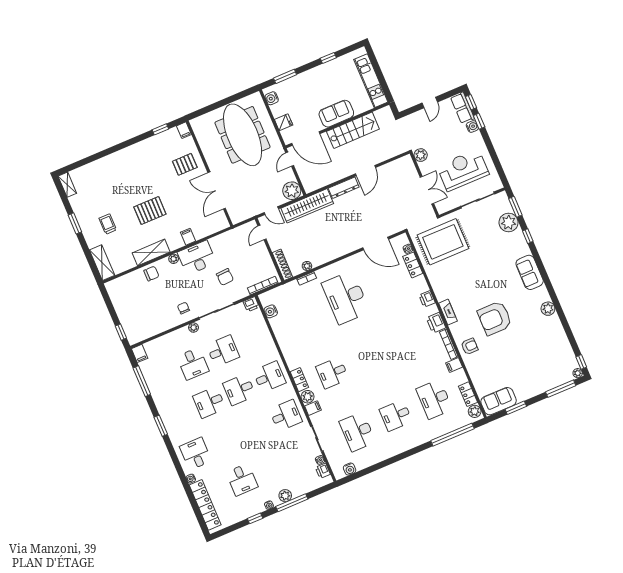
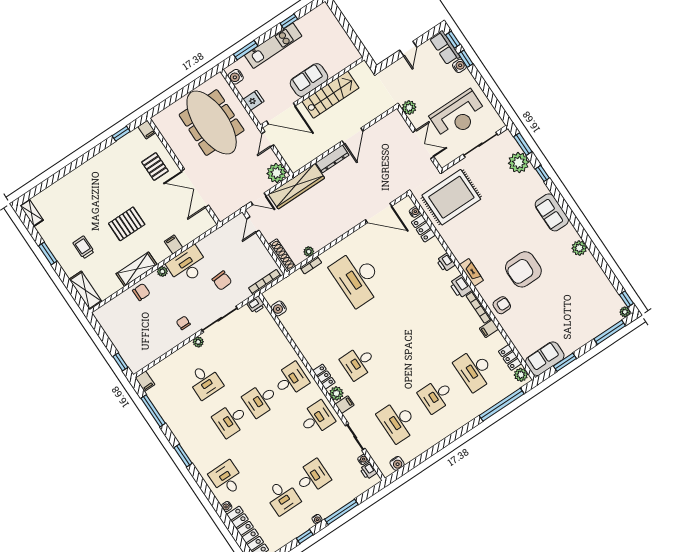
kitchen unit: (371, 81) -> (273, 46), moved, turned -90
pallet: (185, 164) -> (155, 167), turned 90
reception desk: (463, 170) -> (458, 115), turned 180
desk: (223, 351) -> (312, 477), moved
plant: (285, 496) -> (333, 506), removed

